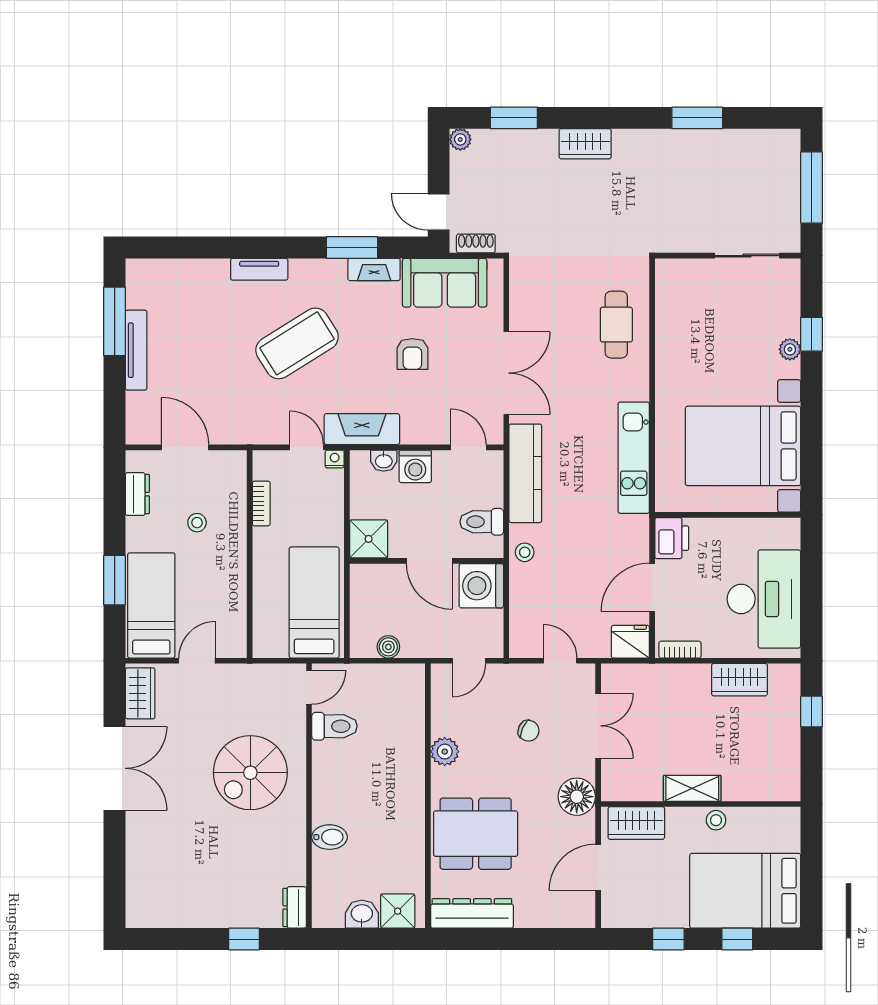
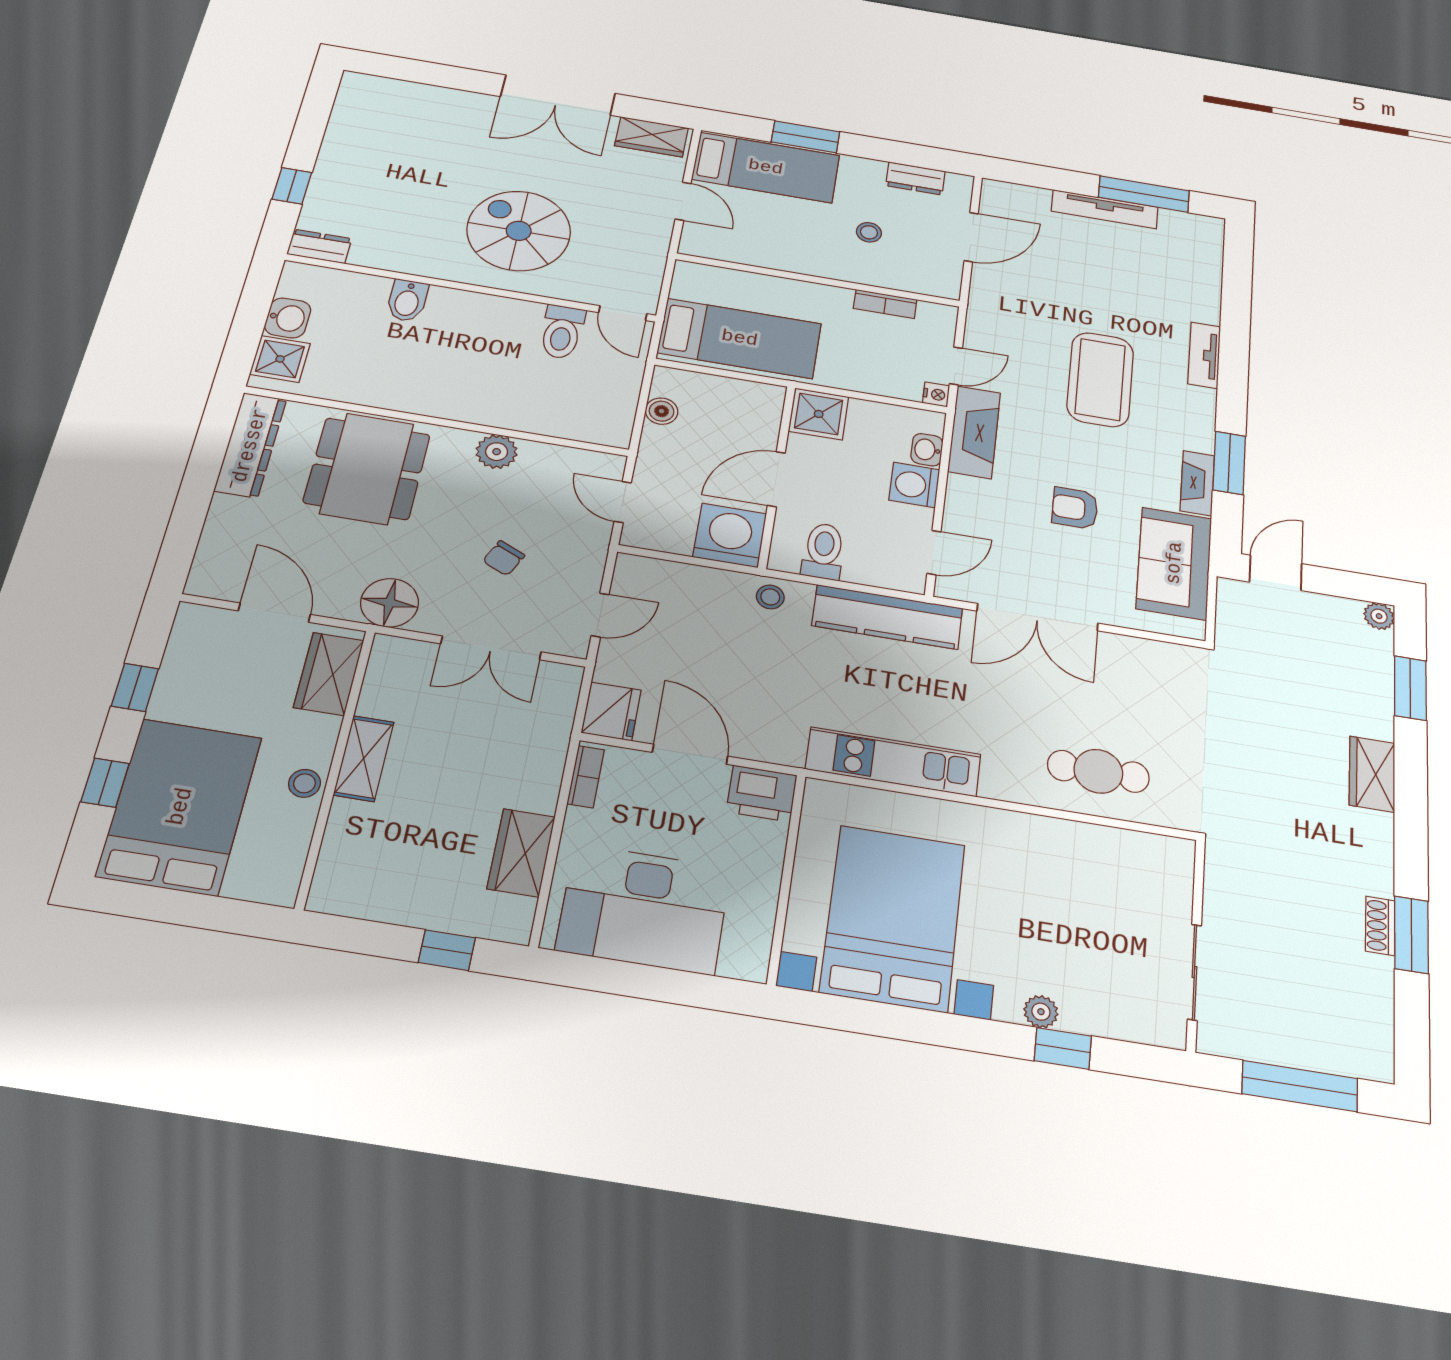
shoe rack: (476, 243) -> (1380, 926), moved, turned 180
coffee table: (297, 343) -> (1100, 379), turned 32

